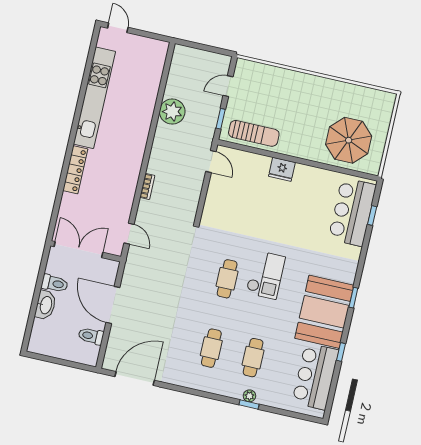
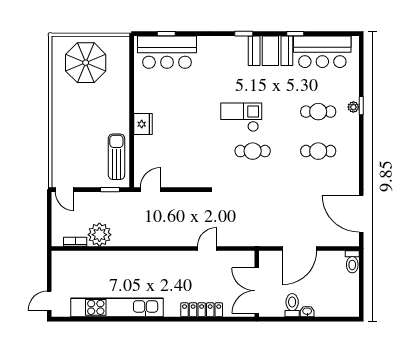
door: (228, 86) -> (65, 190), moved
plant: (172, 112) -> (99, 235), moved
parasol: (349, 140) -> (86, 63), moved
locker: (75, 170) -> (202, 310), moved
bookcase: (147, 186) -> (75, 242), moved
door: (129, 234) -> (207, 248), moved
washbasin: (45, 305) -> (307, 311), width x0.52, depth x0.69
booth: (324, 312) -> (270, 51), width x0.73, depth x0.70
toilet: (91, 336) -> (352, 262), moved

